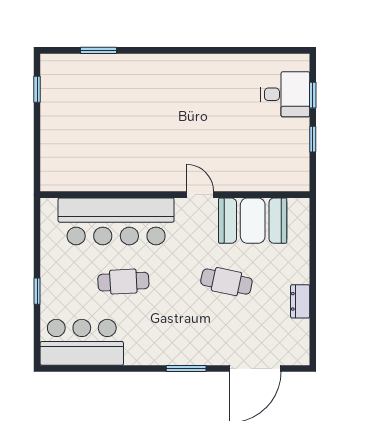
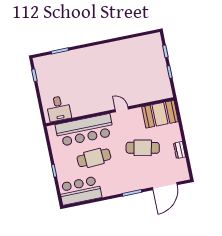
desk: (285, 94) -> (59, 109), moved, turned 90
booth: (253, 221) -> (160, 114), moved
cafe table: (123, 282) -> (94, 158), width x1.37, depth x1.35
cafe table: (226, 282) -> (143, 148), width x1.37, depth x1.35

